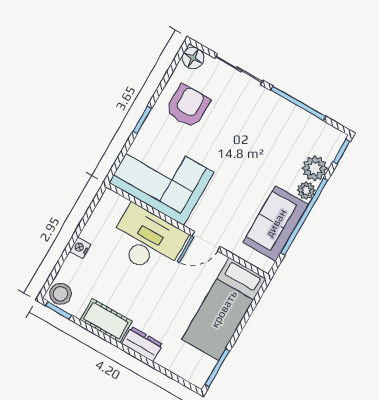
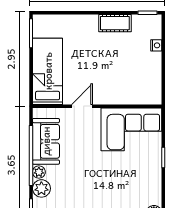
armchair: (188, 106) -> (140, 182), removed
desk: (147, 241) -> (118, 86), removed
nightstand: (80, 248) -> (156, 45), moved
stool: (60, 294) -> (152, 23), removed
dresser: (142, 344) -> (85, 21), removed

